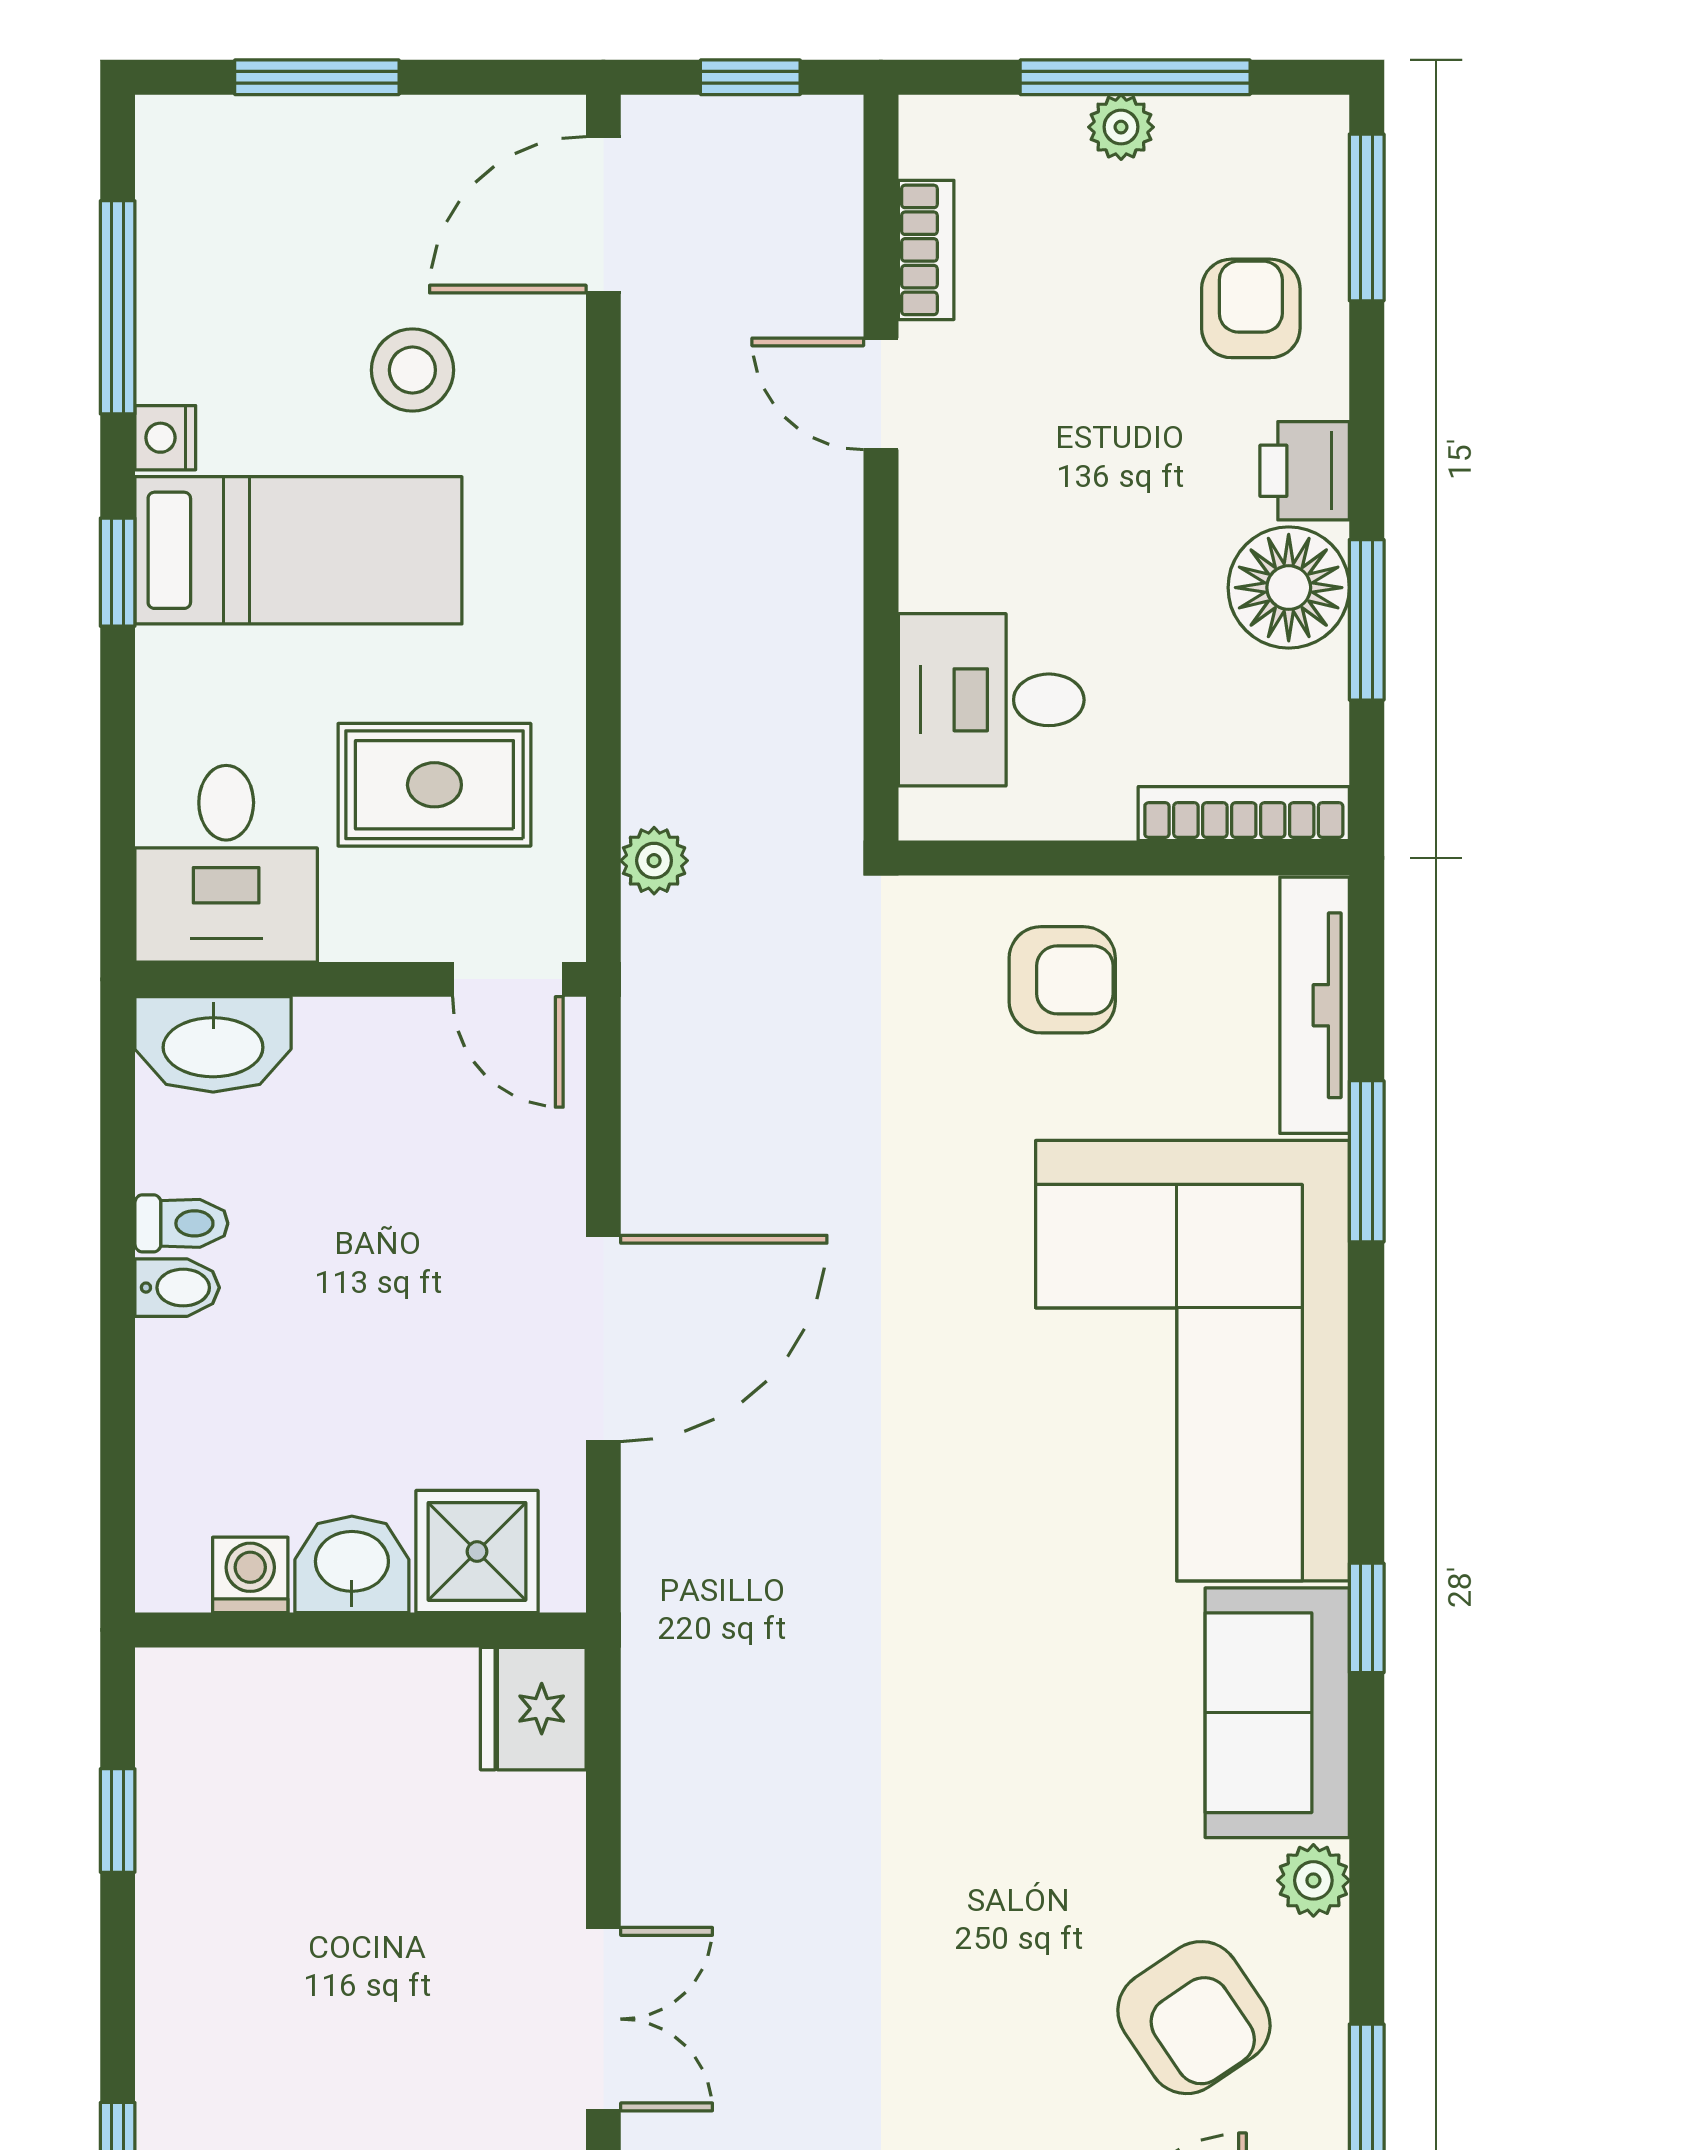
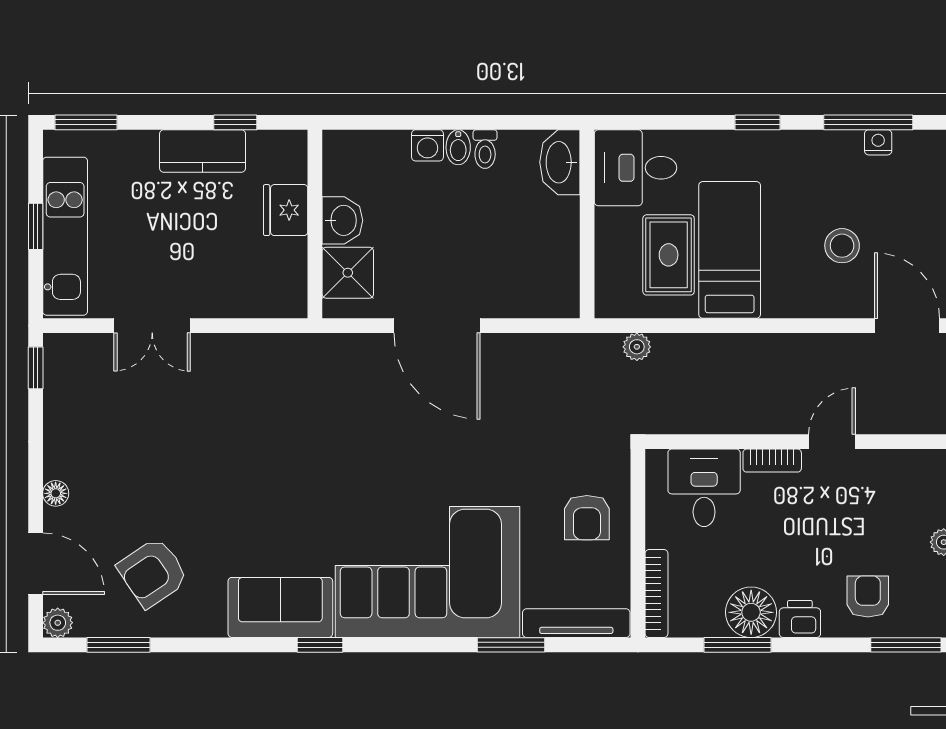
bookcase: (926, 250) -> (772, 461), moved
armchair: (1251, 308) -> (868, 596), turned -90
nightstand: (165, 438) -> (878, 142), moved
bed: (298, 550) -> (730, 250), moved, turned 180
door: (508, 979) -> (587, 286), removed
washing machine: (250, 1575) -> (427, 145), moved, turned 90
fridge: (533, 1709) -> (286, 210), moved, turned -90
plant: (1313, 1880) -> (210, 623), removed
kitchen counter: (186, 1899) -> (203, 151), added

